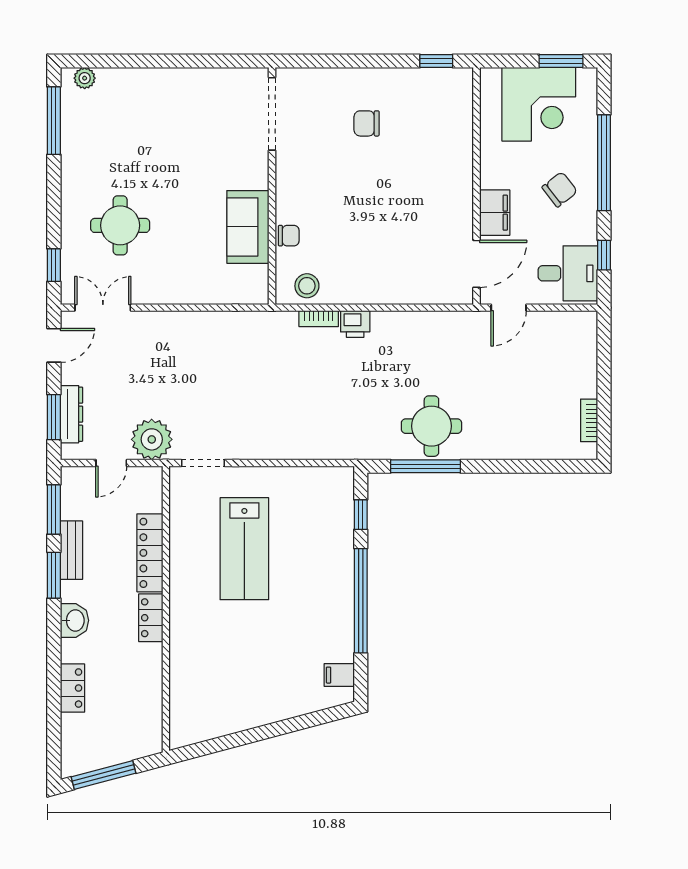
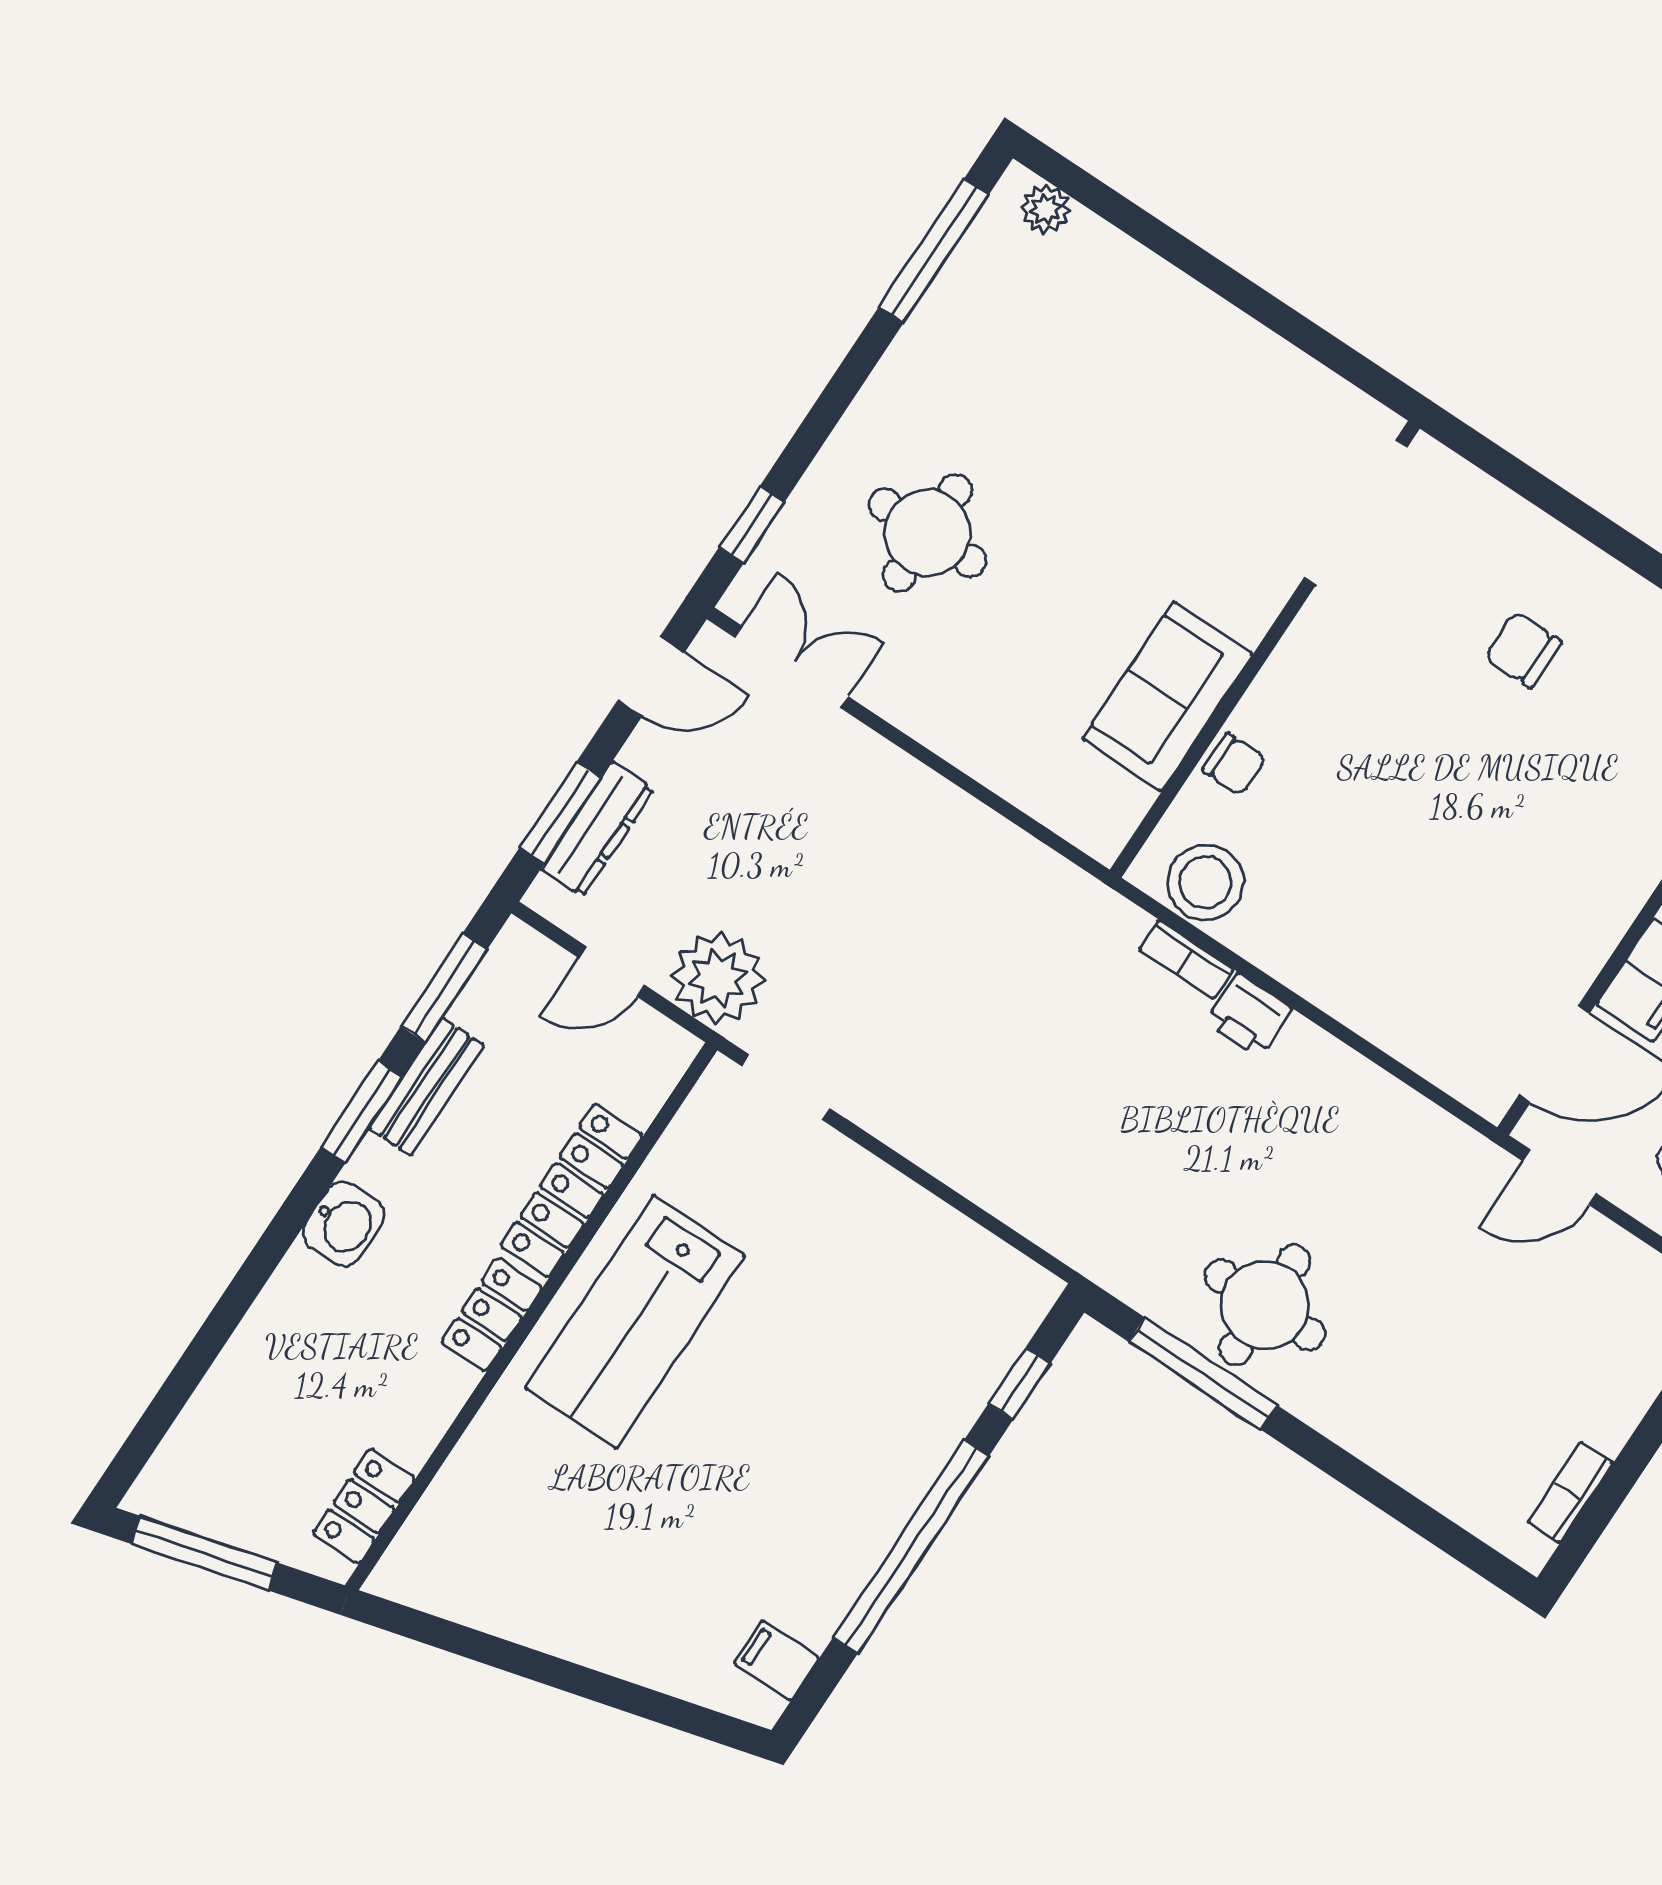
stool: (307, 286) -> (1205, 882), width x1.38, depth x1.38
lab bench: (244, 549) -> (635, 1322), moved
locker: (72, 688) -> (364, 1506), moved, turned 180

